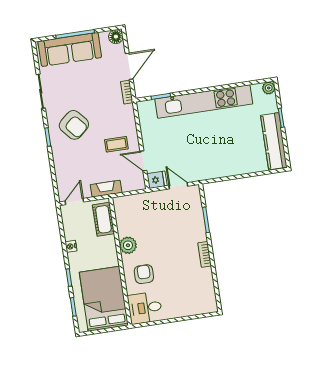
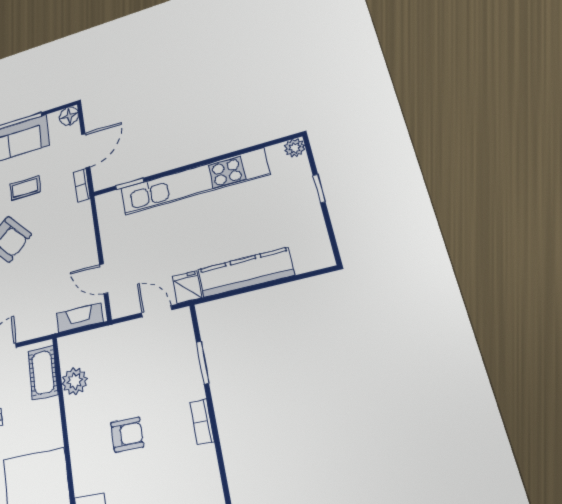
kitchen counter: (274, 141) -> (245, 272), moved, turned 90
coffee table: (116, 144) -> (25, 188), moved
fridge: (157, 180) -> (187, 287), moved, turned -90
fireplace: (106, 189) -> (80, 318), moved
plant: (128, 245) -> (75, 381), moved
armchair: (144, 274) -> (127, 434), moved, turned 90

